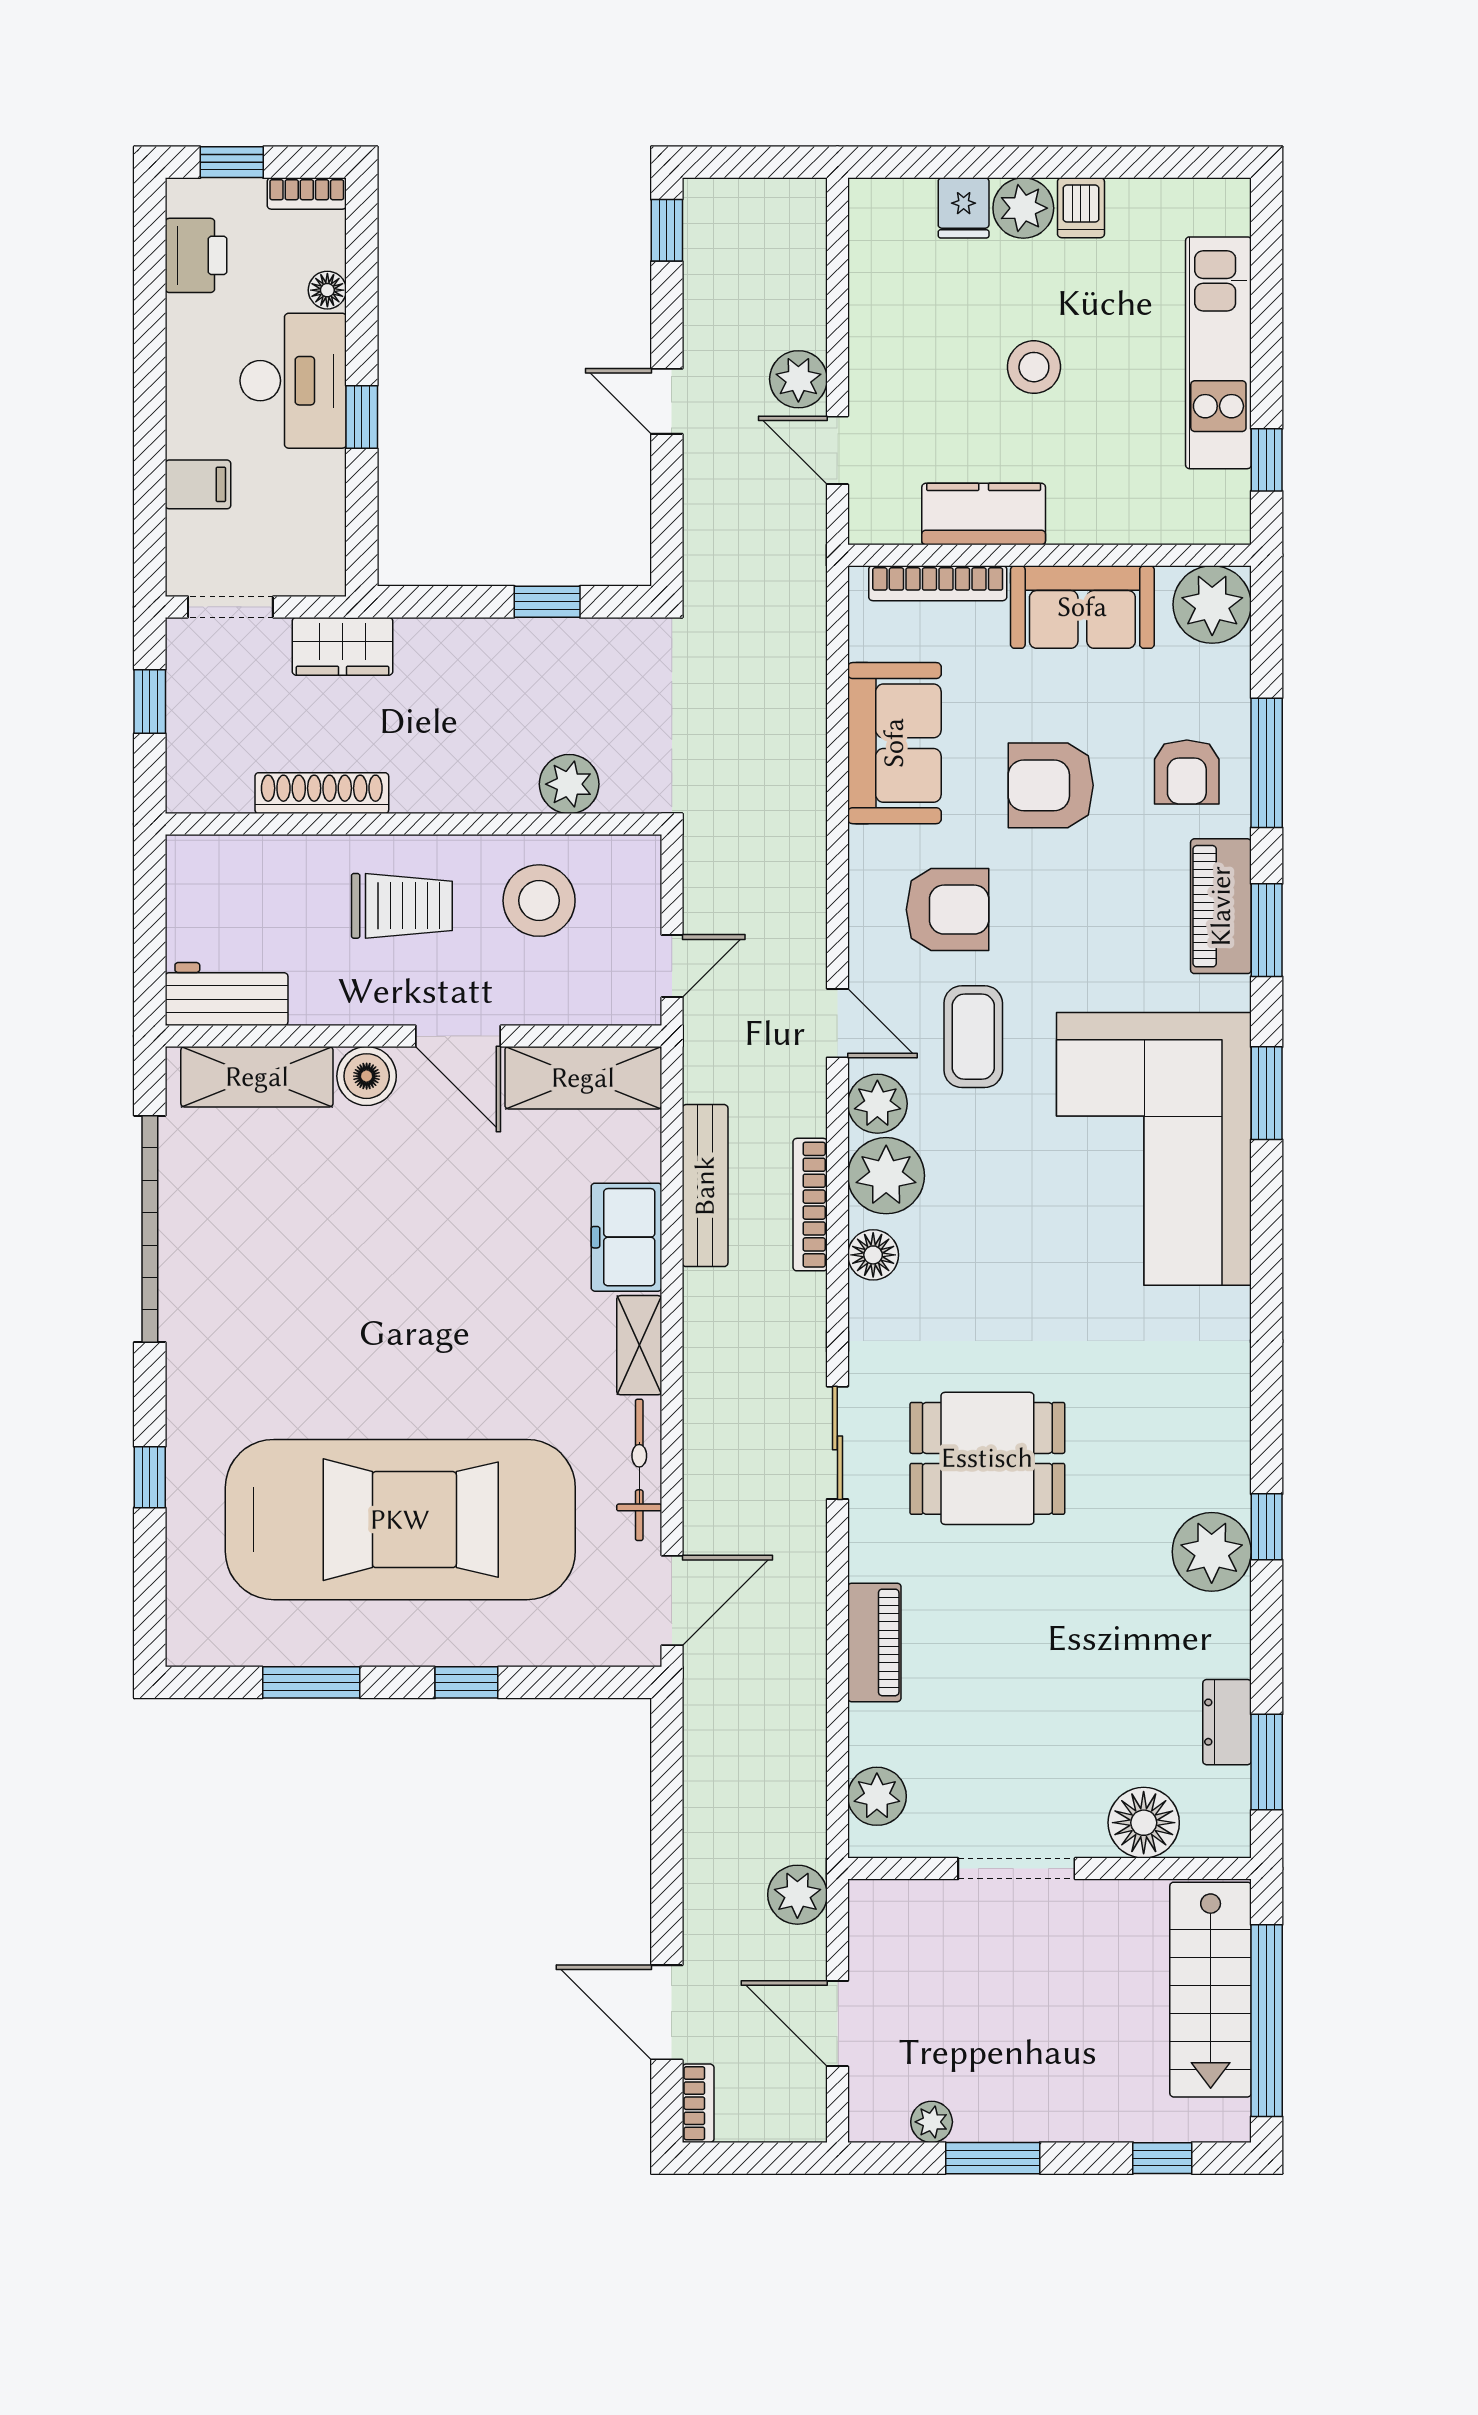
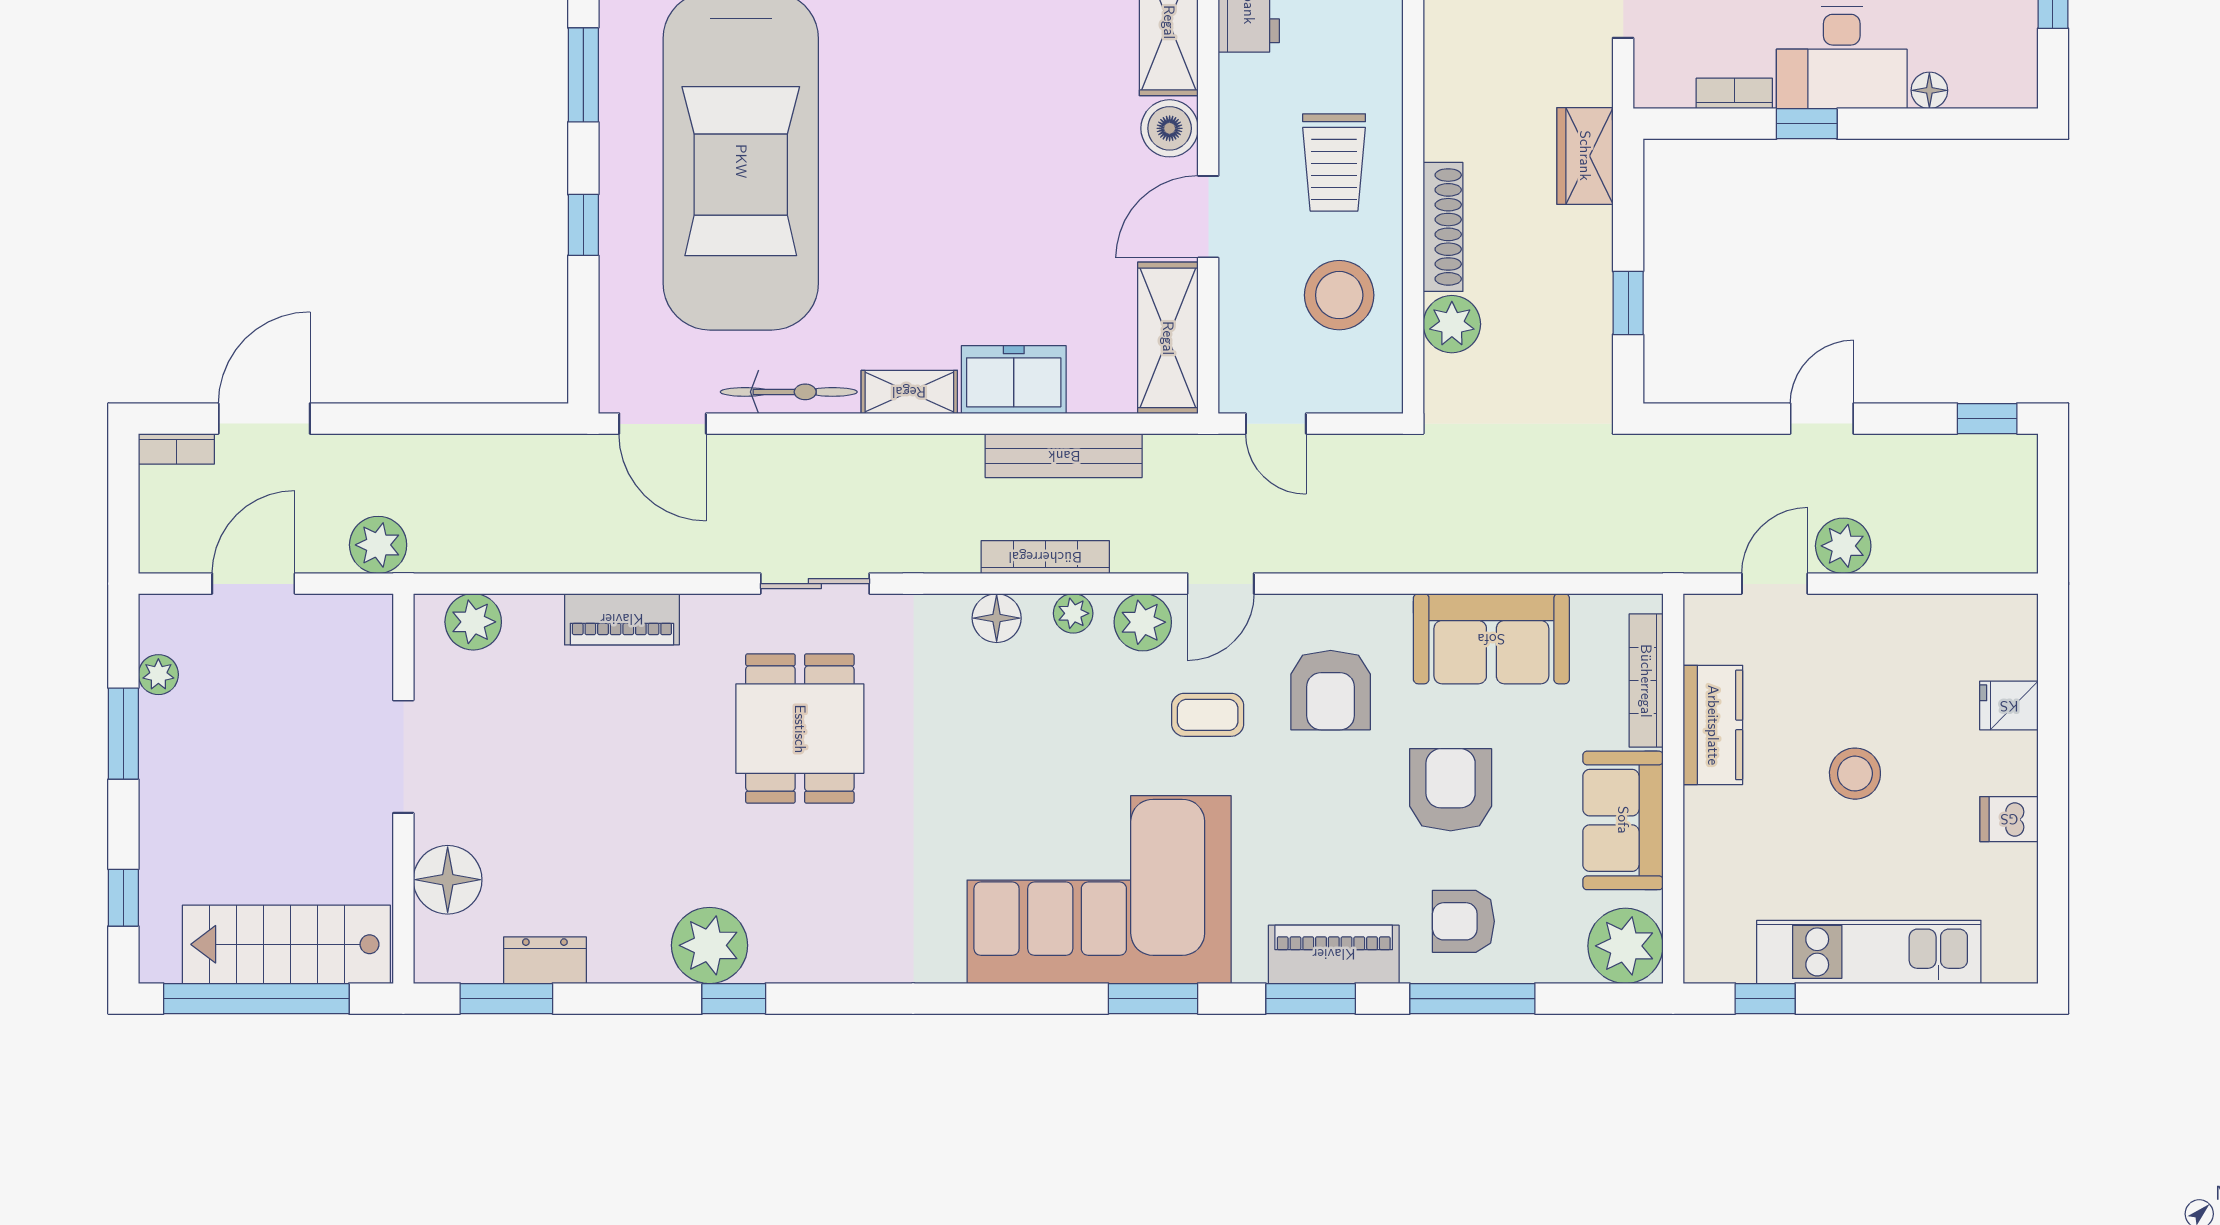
bookcase: (307, 194) -> (1734, 93), moved, turned 90
plant: (1023, 208) -> (2009, 763), removed
wardrobe: (342, 646) -> (1585, 156), moved
shoe rack: (322, 793) -> (1443, 227), moved
coffee table: (973, 1037) -> (1208, 715), width x0.73, depth x0.77
plant: (886, 1176) -> (1073, 613), width x0.53, depth x0.53

